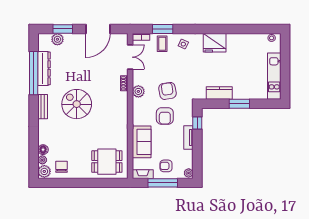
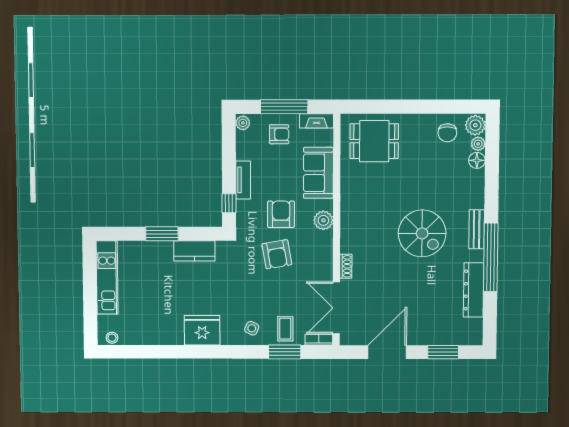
plant: (57, 39) -> (452, 336), removed
double door: (130, 57) -> (336, 308), width x1.37
window: (34, 73) -> (491, 257), moved
plant: (138, 91) -> (323, 220), moved

